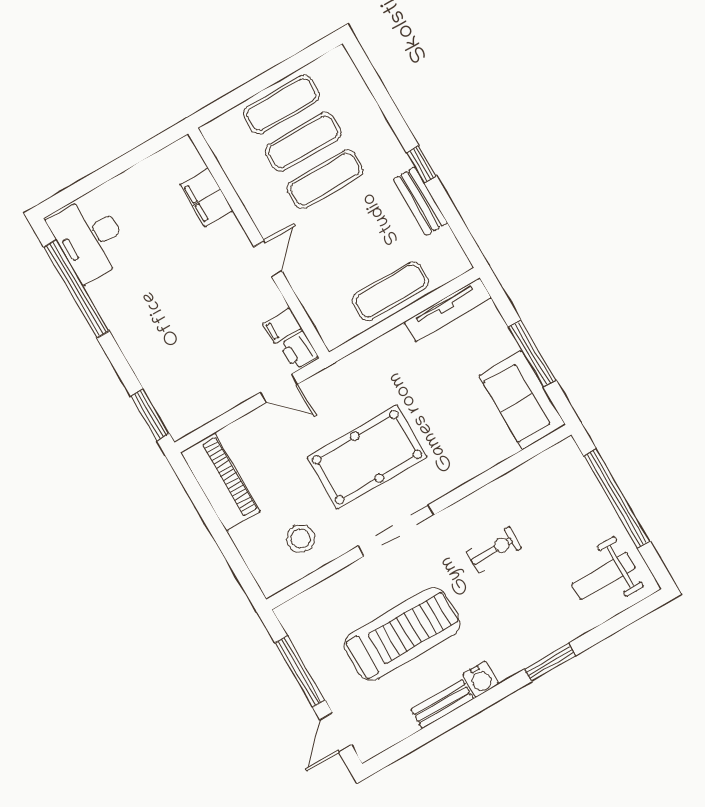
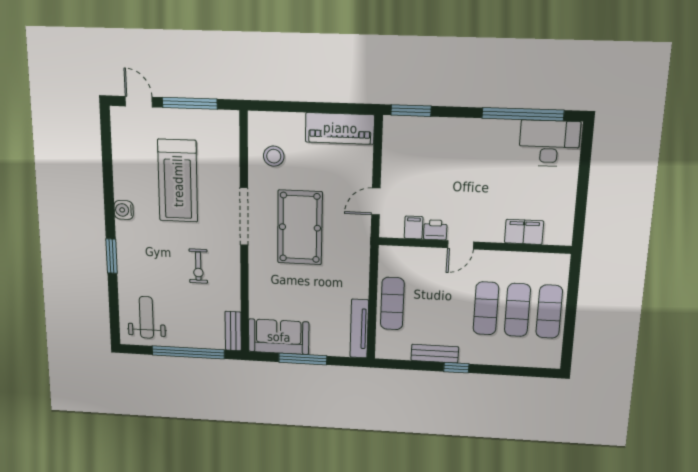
door: (268, 259) -> (461, 245), hinge flipped
printer: (299, 350) -> (435, 230), moved
bench: (442, 704) -> (233, 331), moved

